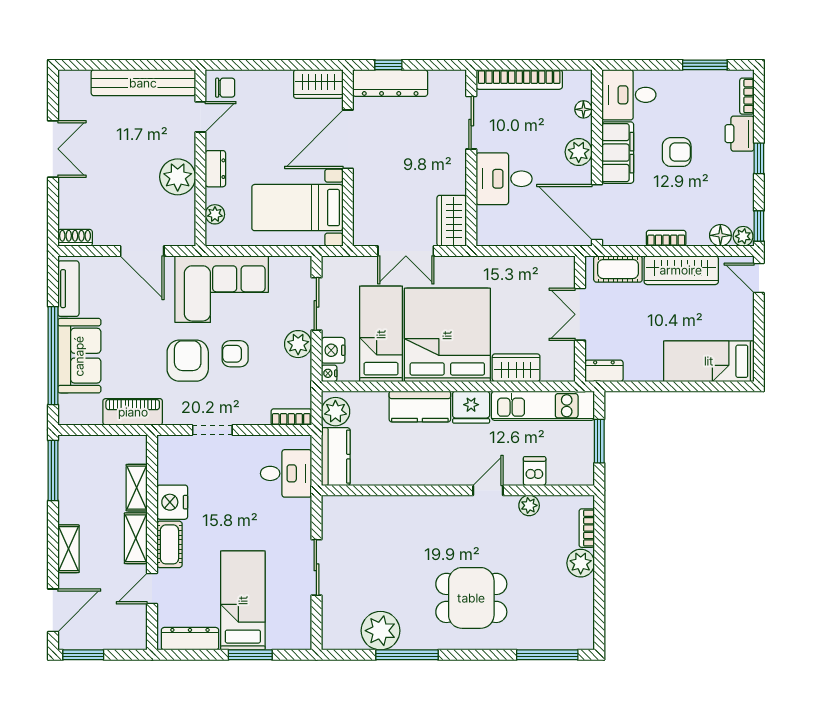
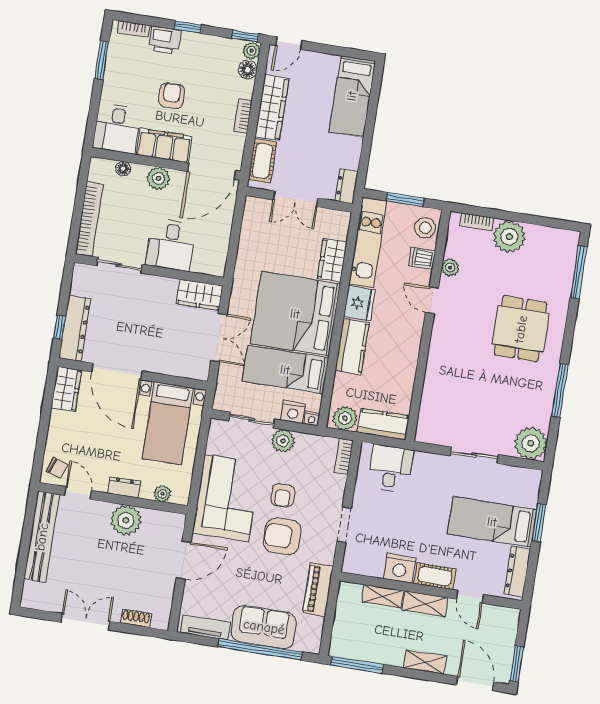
chair: (225, 88) -> (57, 468), turned 110
shoe rack: (75, 238) -> (136, 618), moved, turned 90
stool: (570, 469) -> (425, 228), added
plant: (581, 563) -> (509, 237), width x1.36, depth x1.36
plant: (381, 631) -> (531, 443), moved

